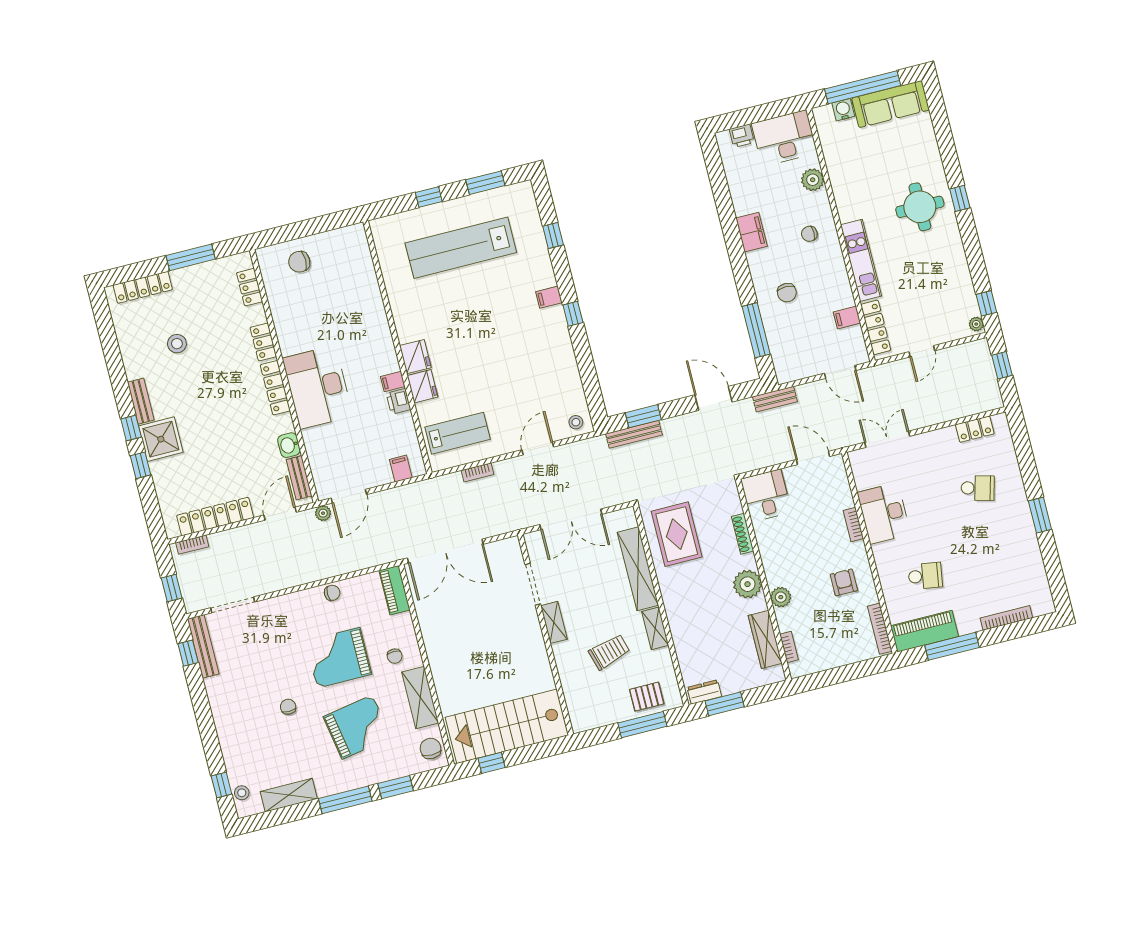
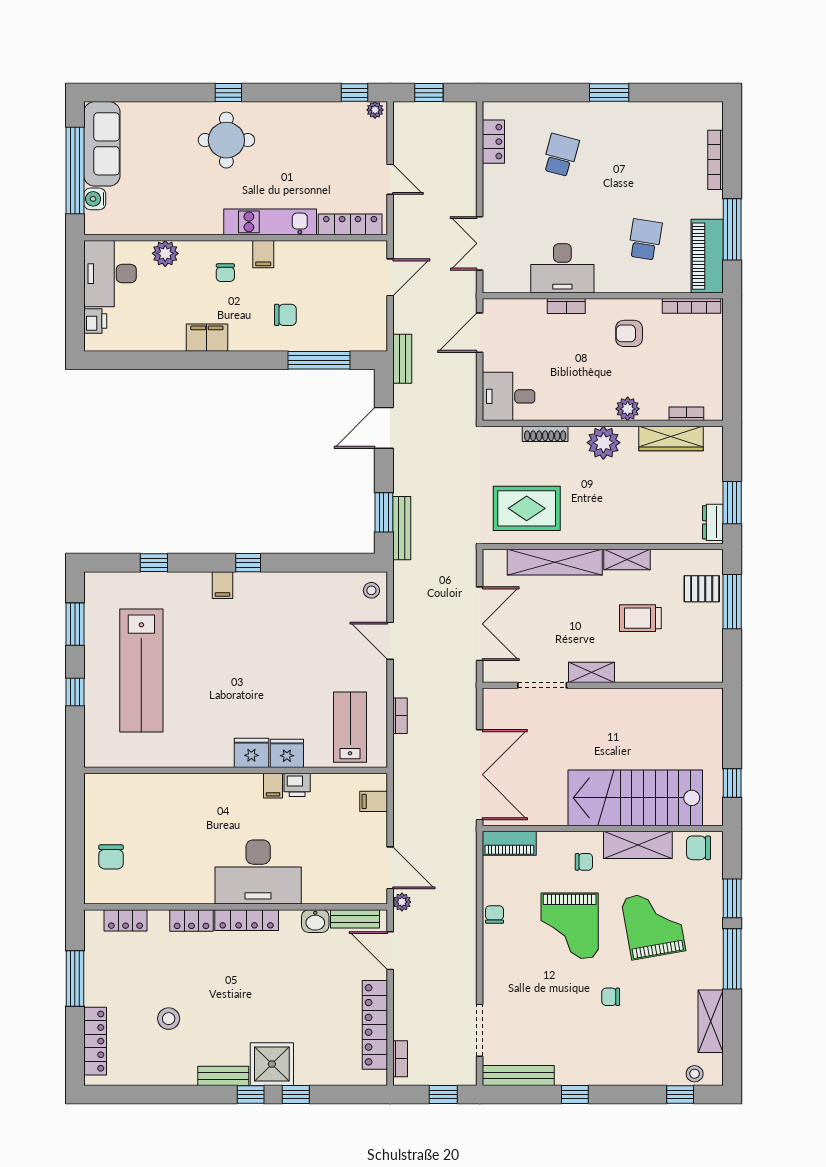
filing cabinet: (847, 318) -> (263, 254), moved
trolley: (609, 652) -> (640, 618), turned -74
window: (188, 653) -> (575, 1094), moved
pallet: (647, 697) -> (702, 589), turned 90
stairs: (507, 726) -> (635, 798), moved, turned 90

